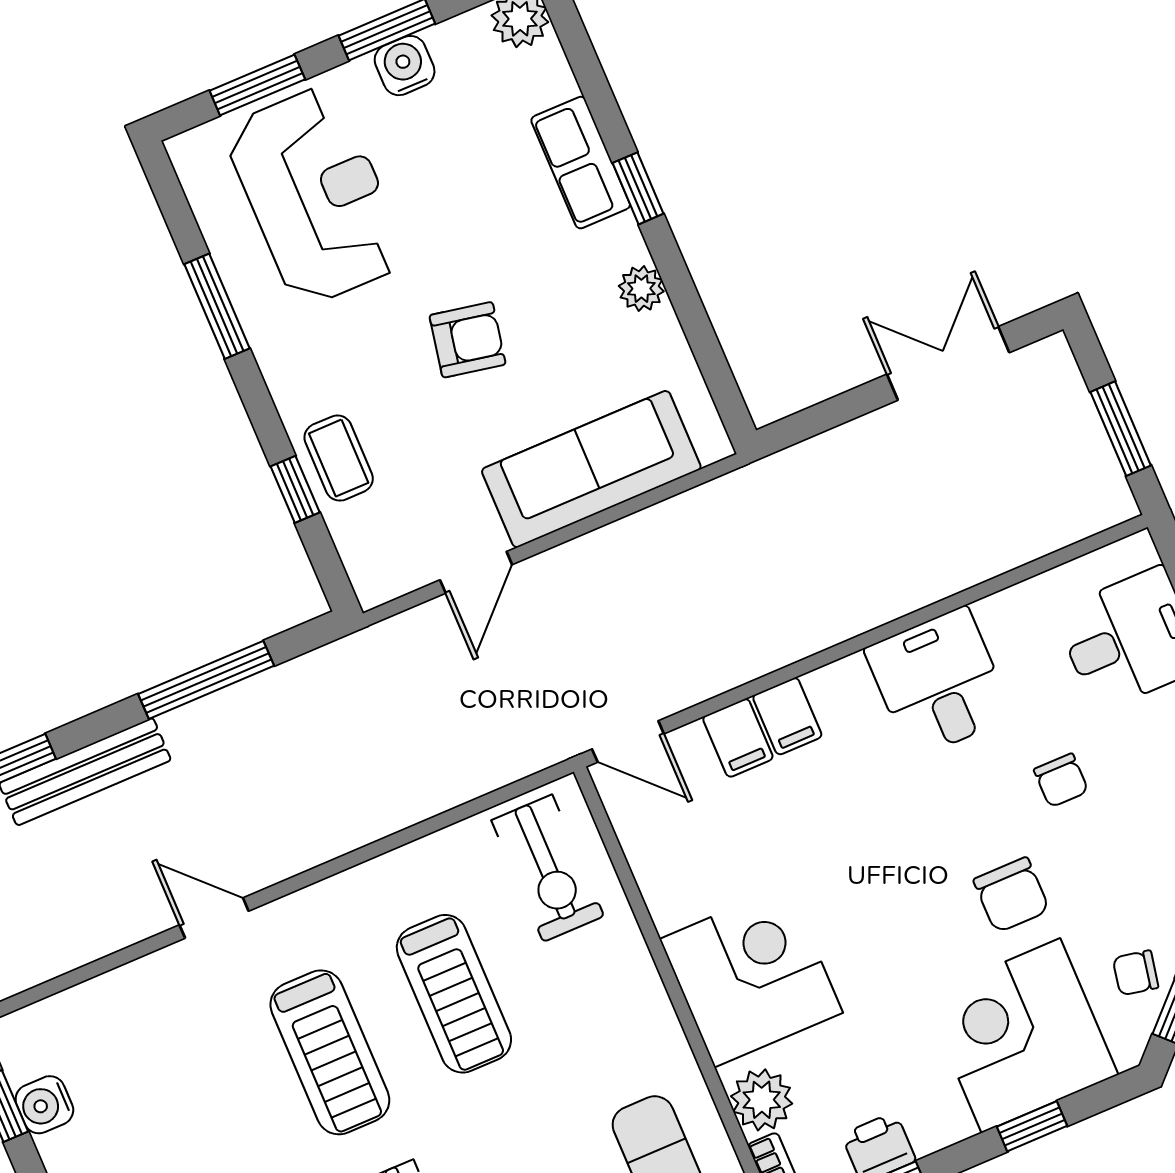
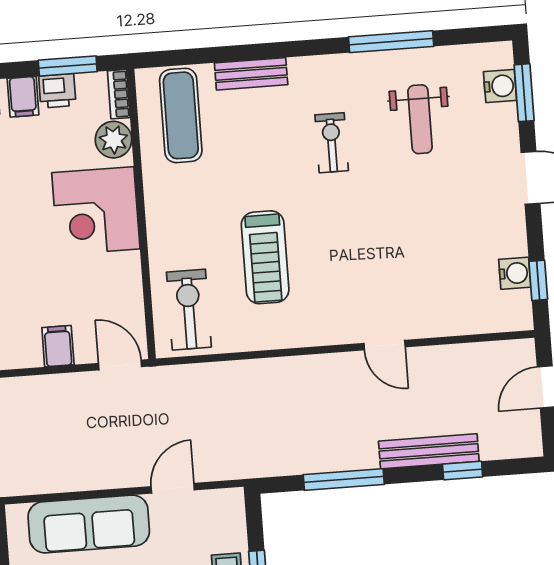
filing cabinet: (787, 716) -> (23, 97), moved, turned 180
treadmill: (454, 994) -> (265, 257), turned 180
treadmill: (330, 1052) -> (345, 248), removed

